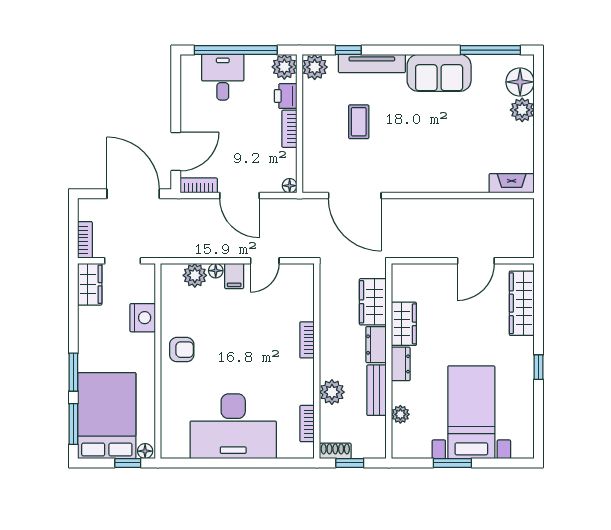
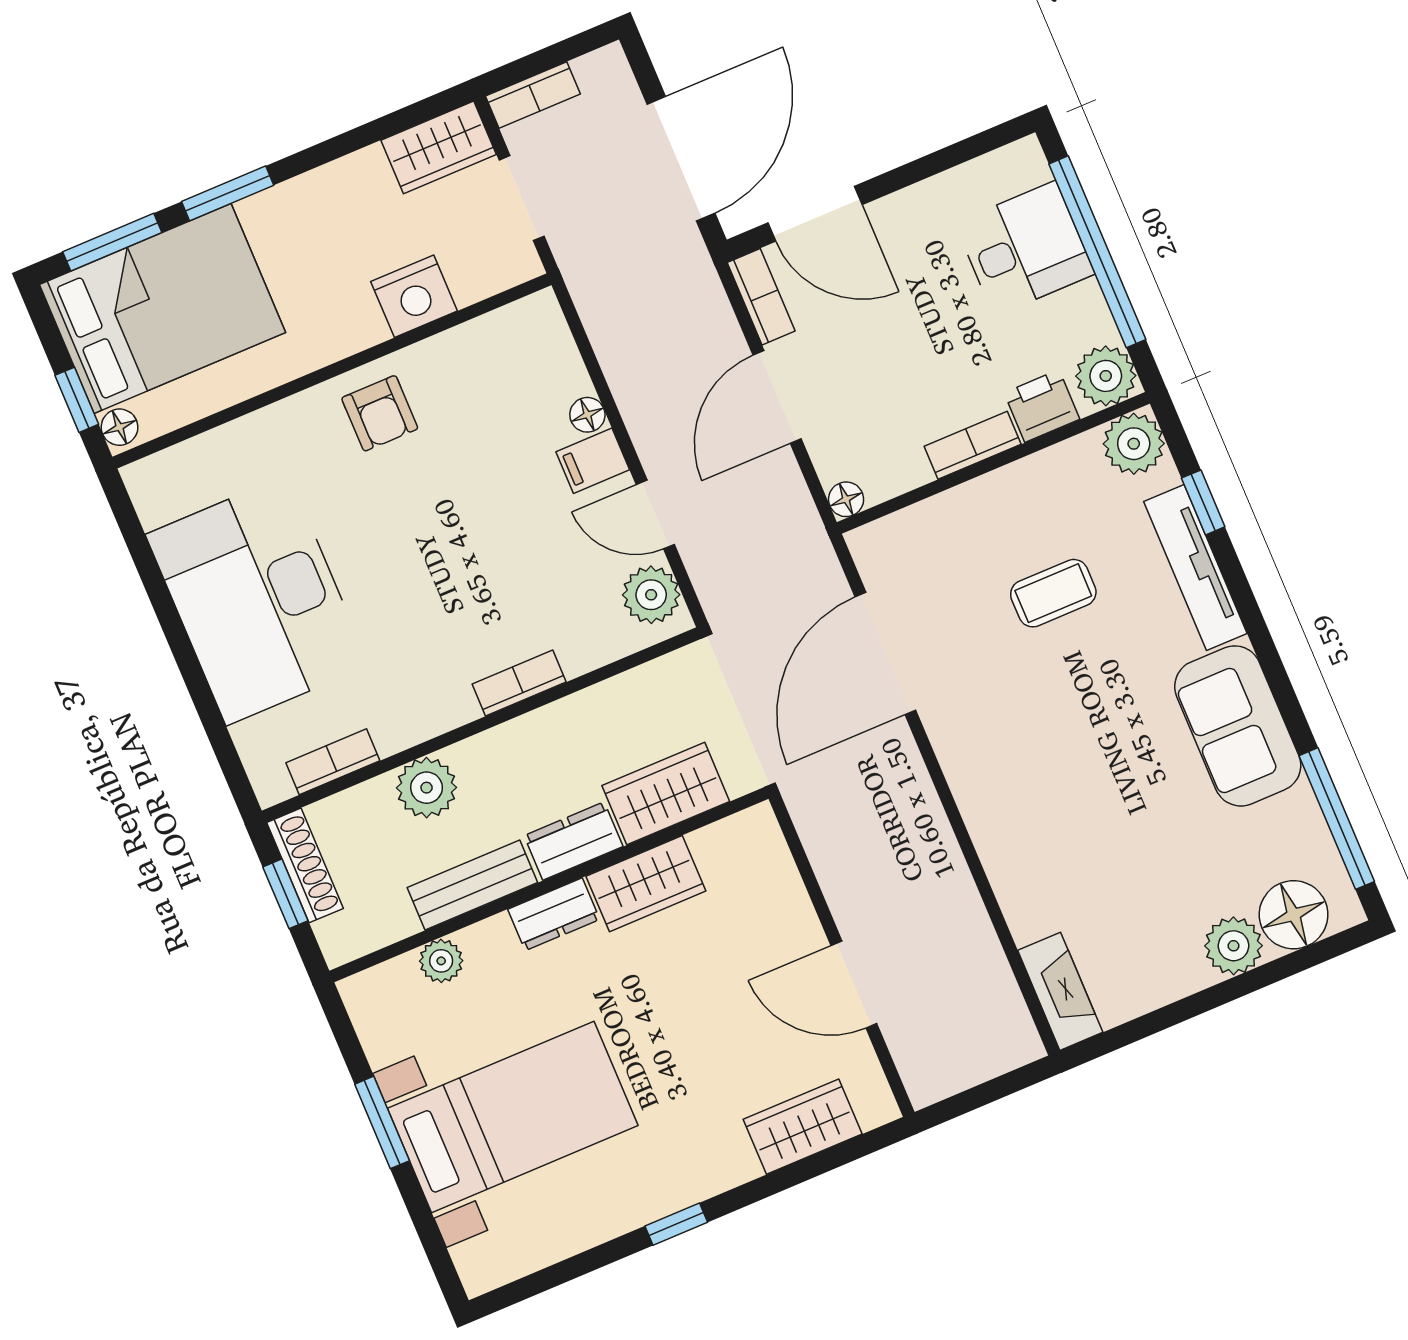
plant: (195, 275) -> (651, 595), moved
wardrobe: (522, 303) -> (803, 1127), width x0.67
shoe rack: (335, 451) -> (305, 865), width x1.43

